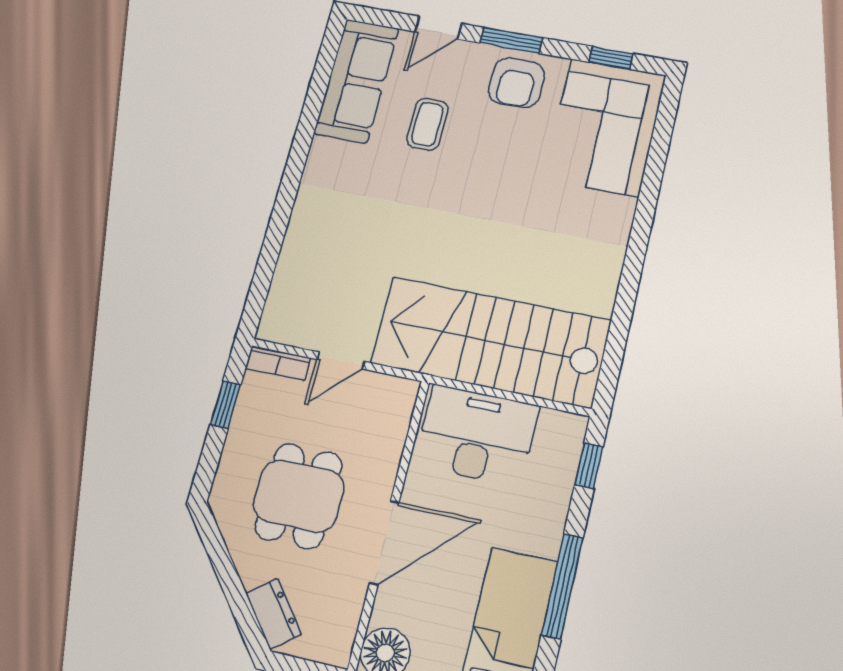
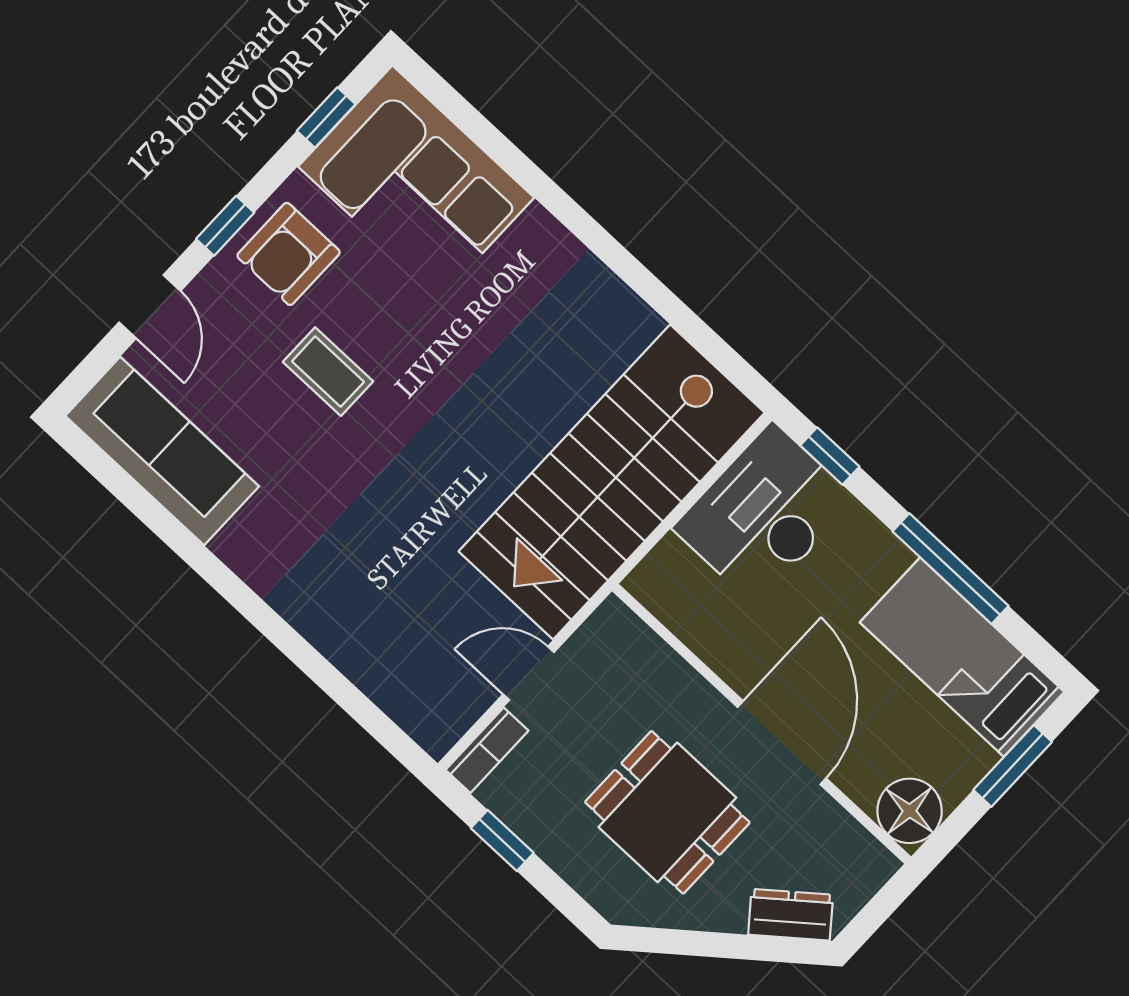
window: (511, 40) -> (225, 226), width x0.67
armchair: (516, 83) -> (289, 254), turned 90
coffee table: (427, 124) -> (328, 372), moved
door: (341, 361) -> (529, 673), swing flipped
desk: (477, 435) -> (764, 514), moved

